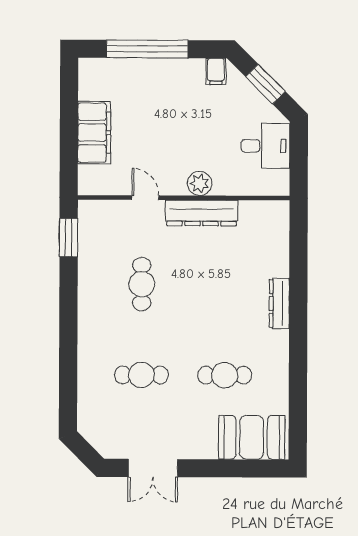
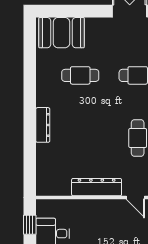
window: (299, 159) -> (30, 225), added
plant: (200, 183) -> (98, 207), removed

